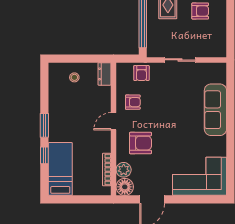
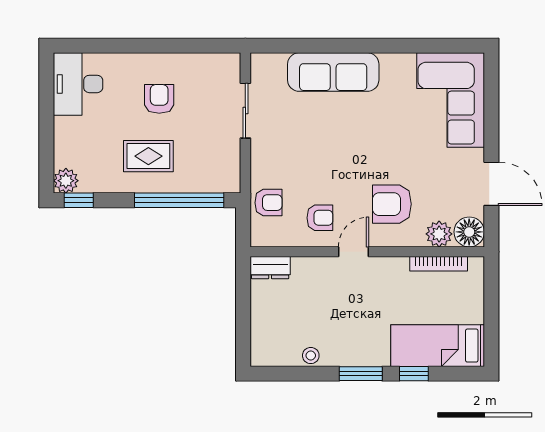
sliding door: (180, 60) -> (245, 111), moved
stool: (74, 77) -> (311, 356), moved
armchair: (133, 102) -> (320, 218), turned 90
door: (114, 121) -> (354, 252), swing flipped
armchair: (141, 143) -> (392, 204), turned -90

